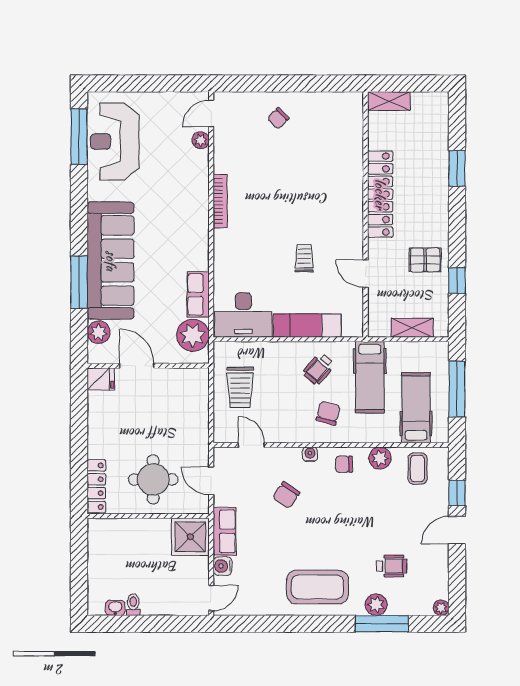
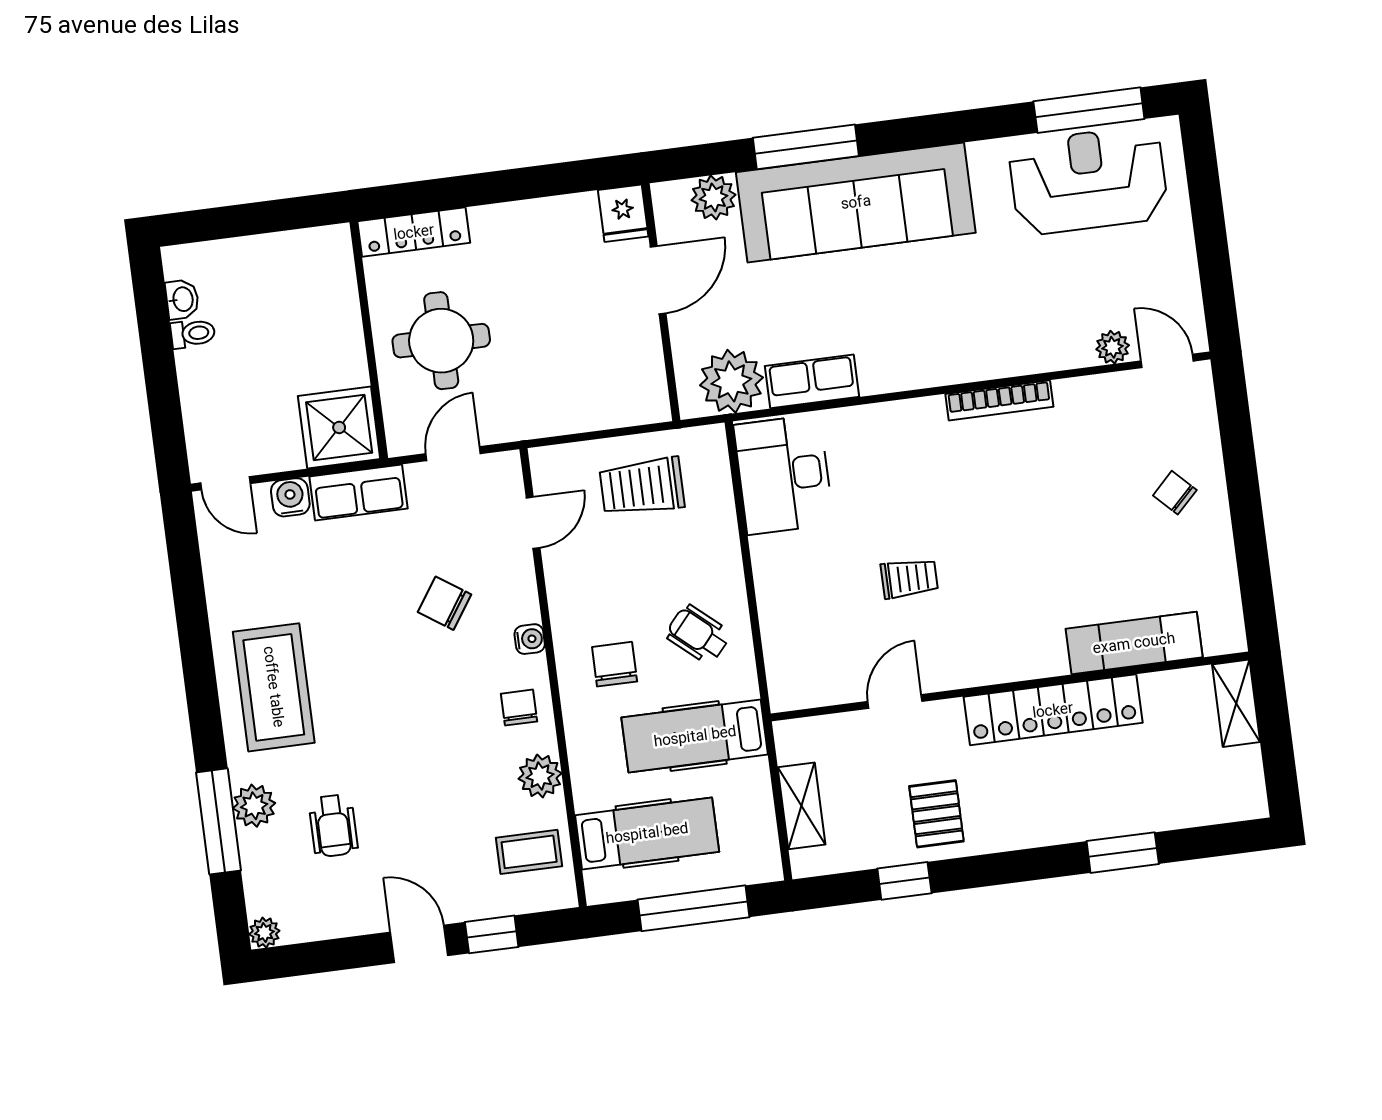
exam couch: (307, 325) -> (1134, 643), moved, turned -90
chair: (328, 413) -> (615, 664), turned -105

